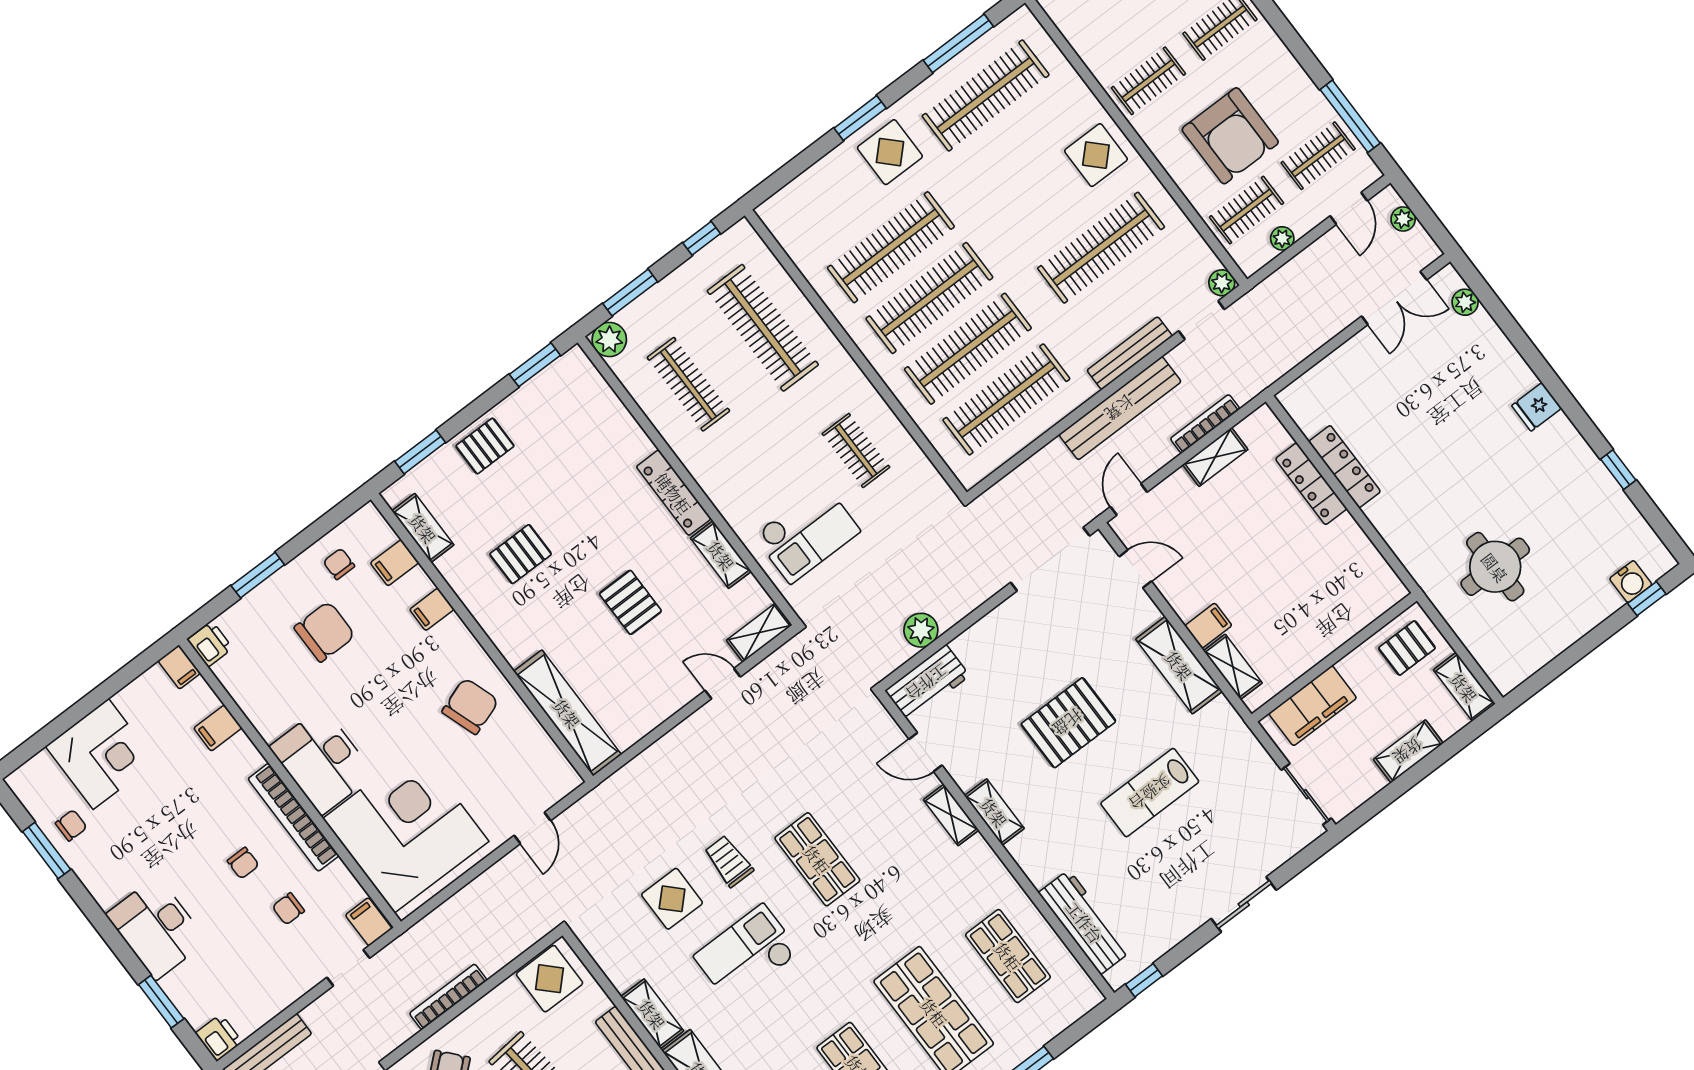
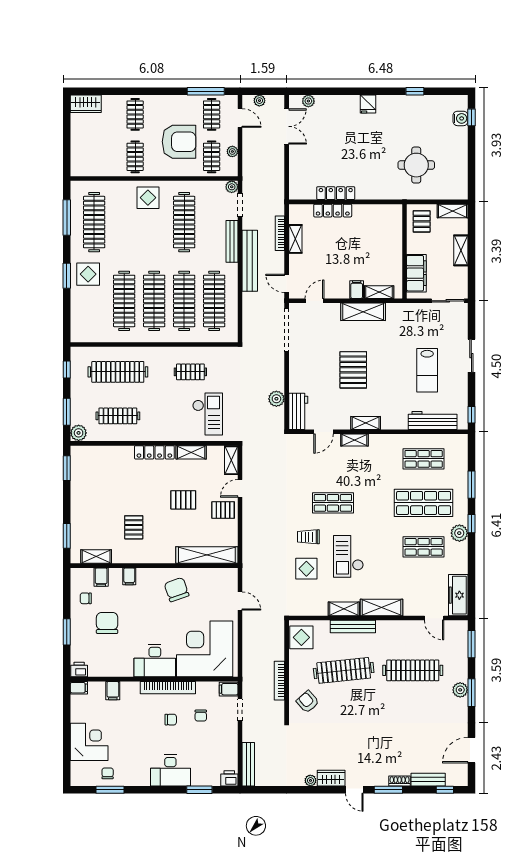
pallet: (485, 446) -> (223, 510), moved, turned 90
lab bench: (1150, 793) -> (427, 370), moved

